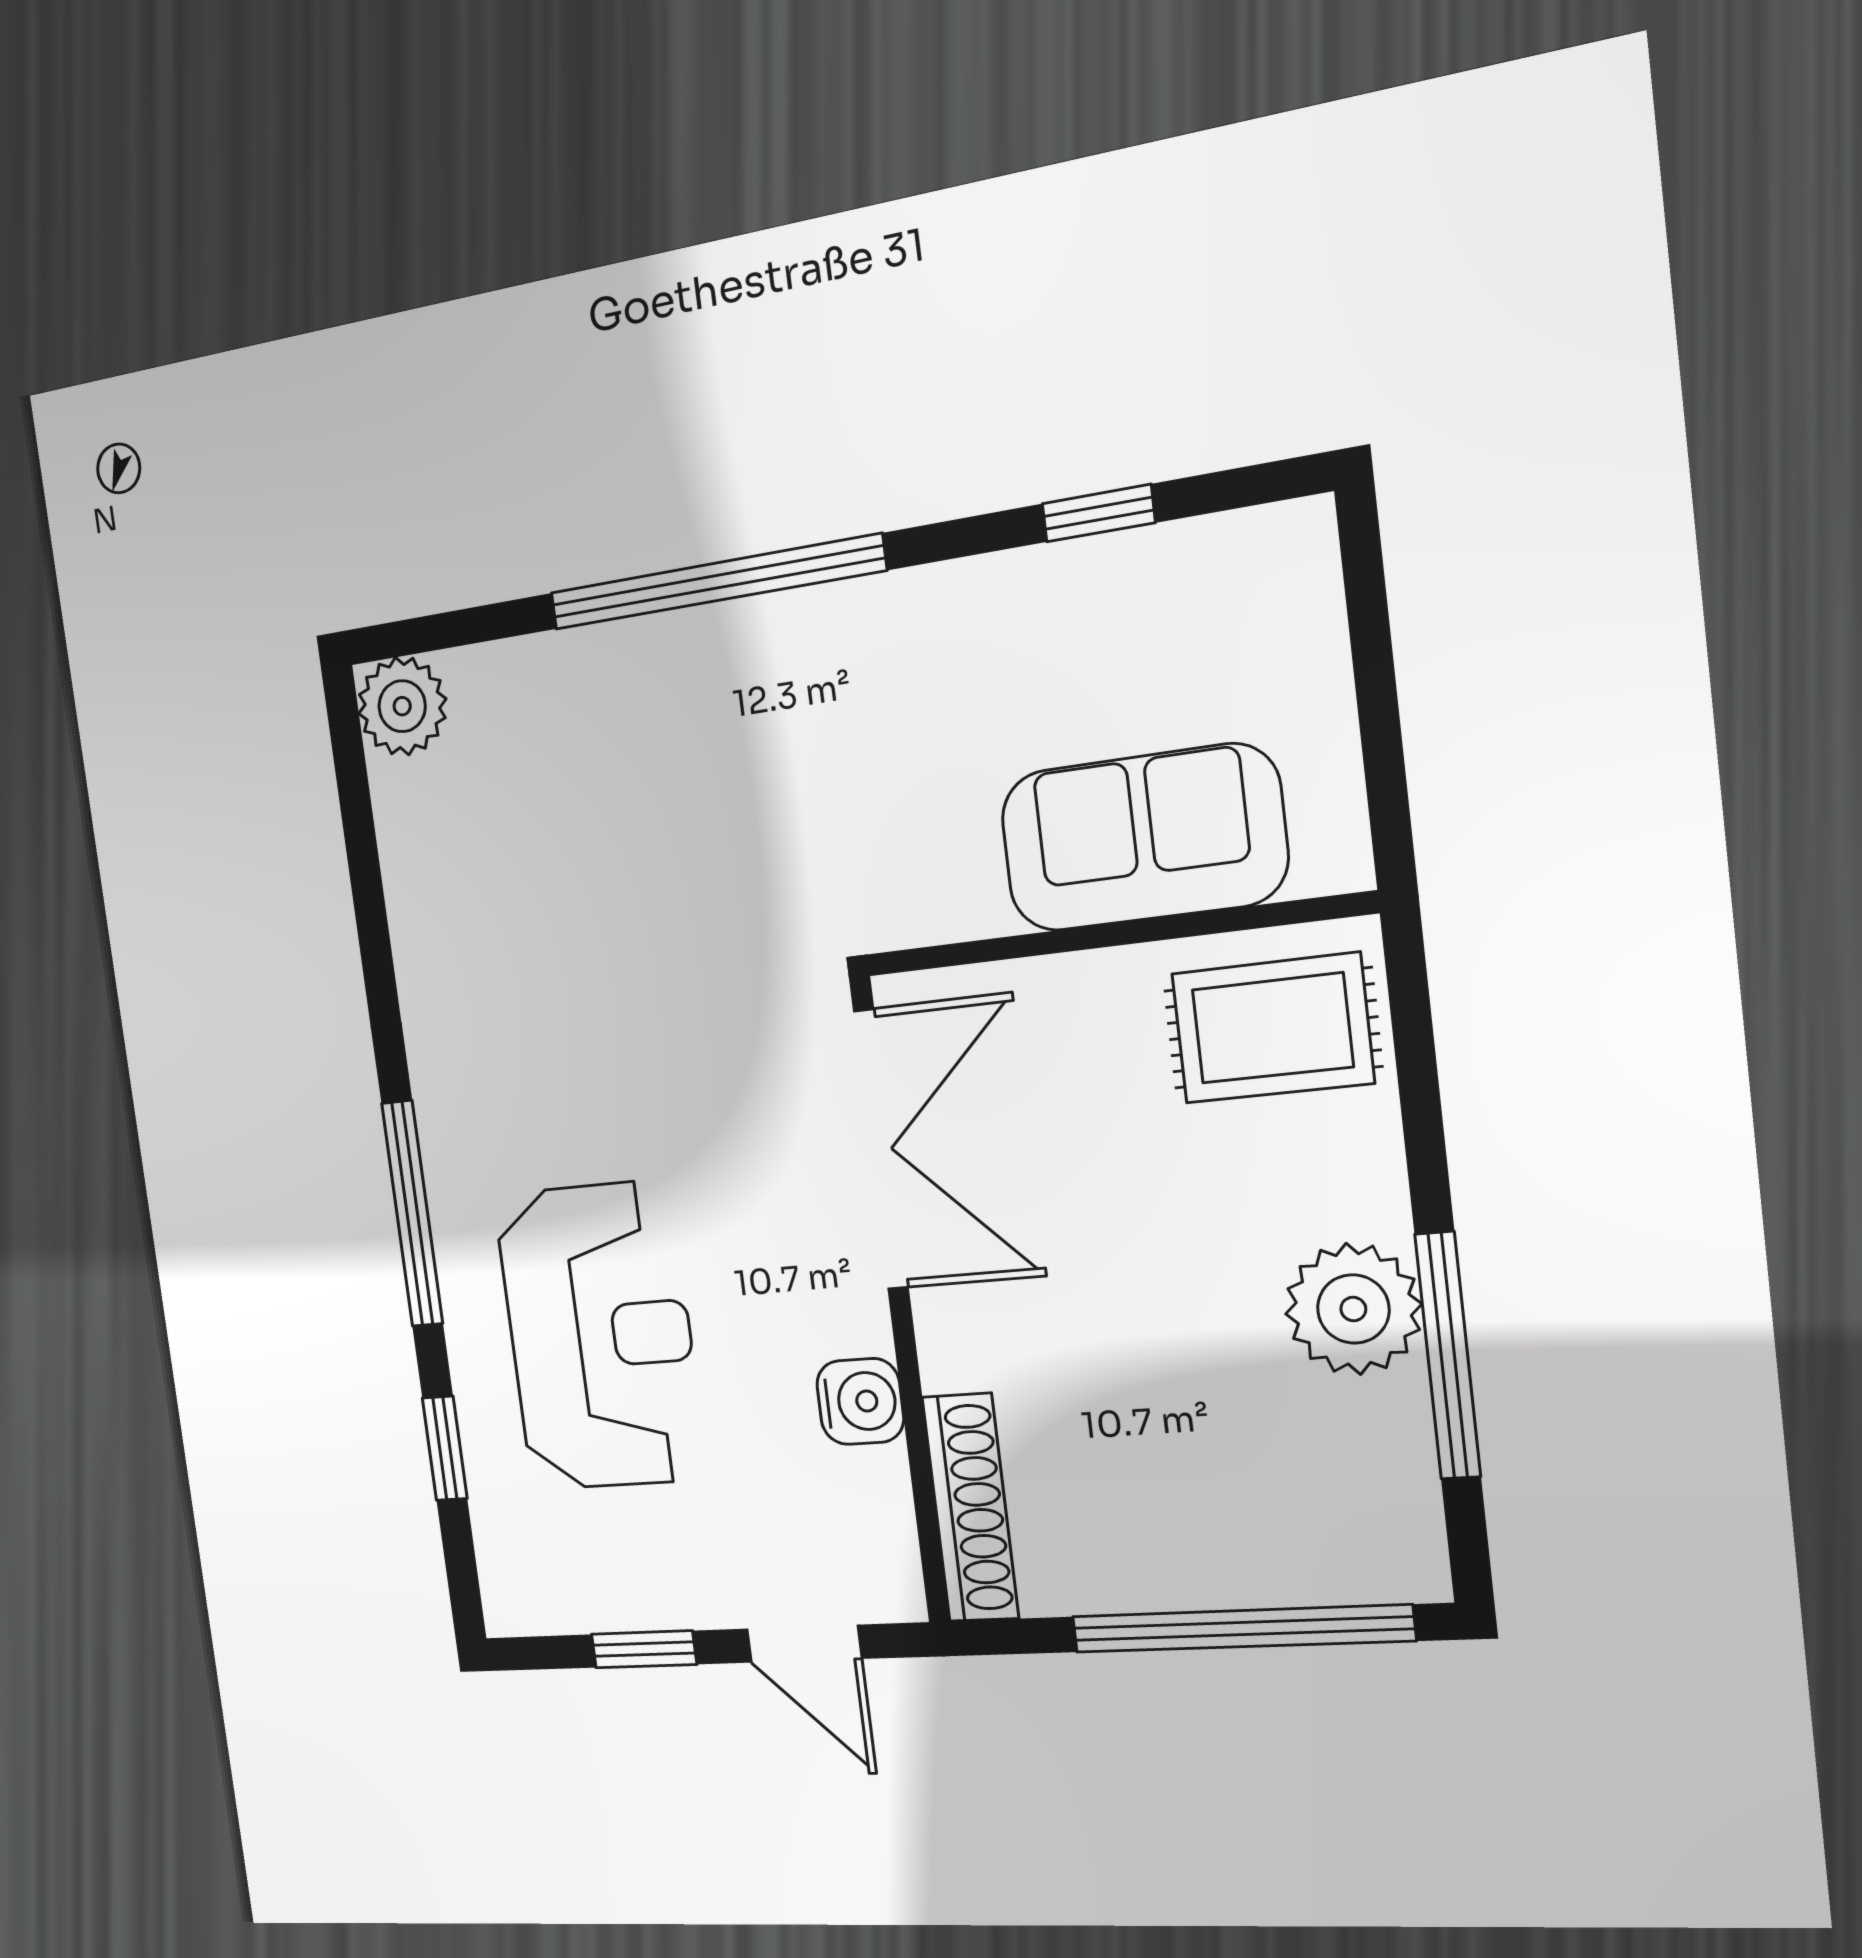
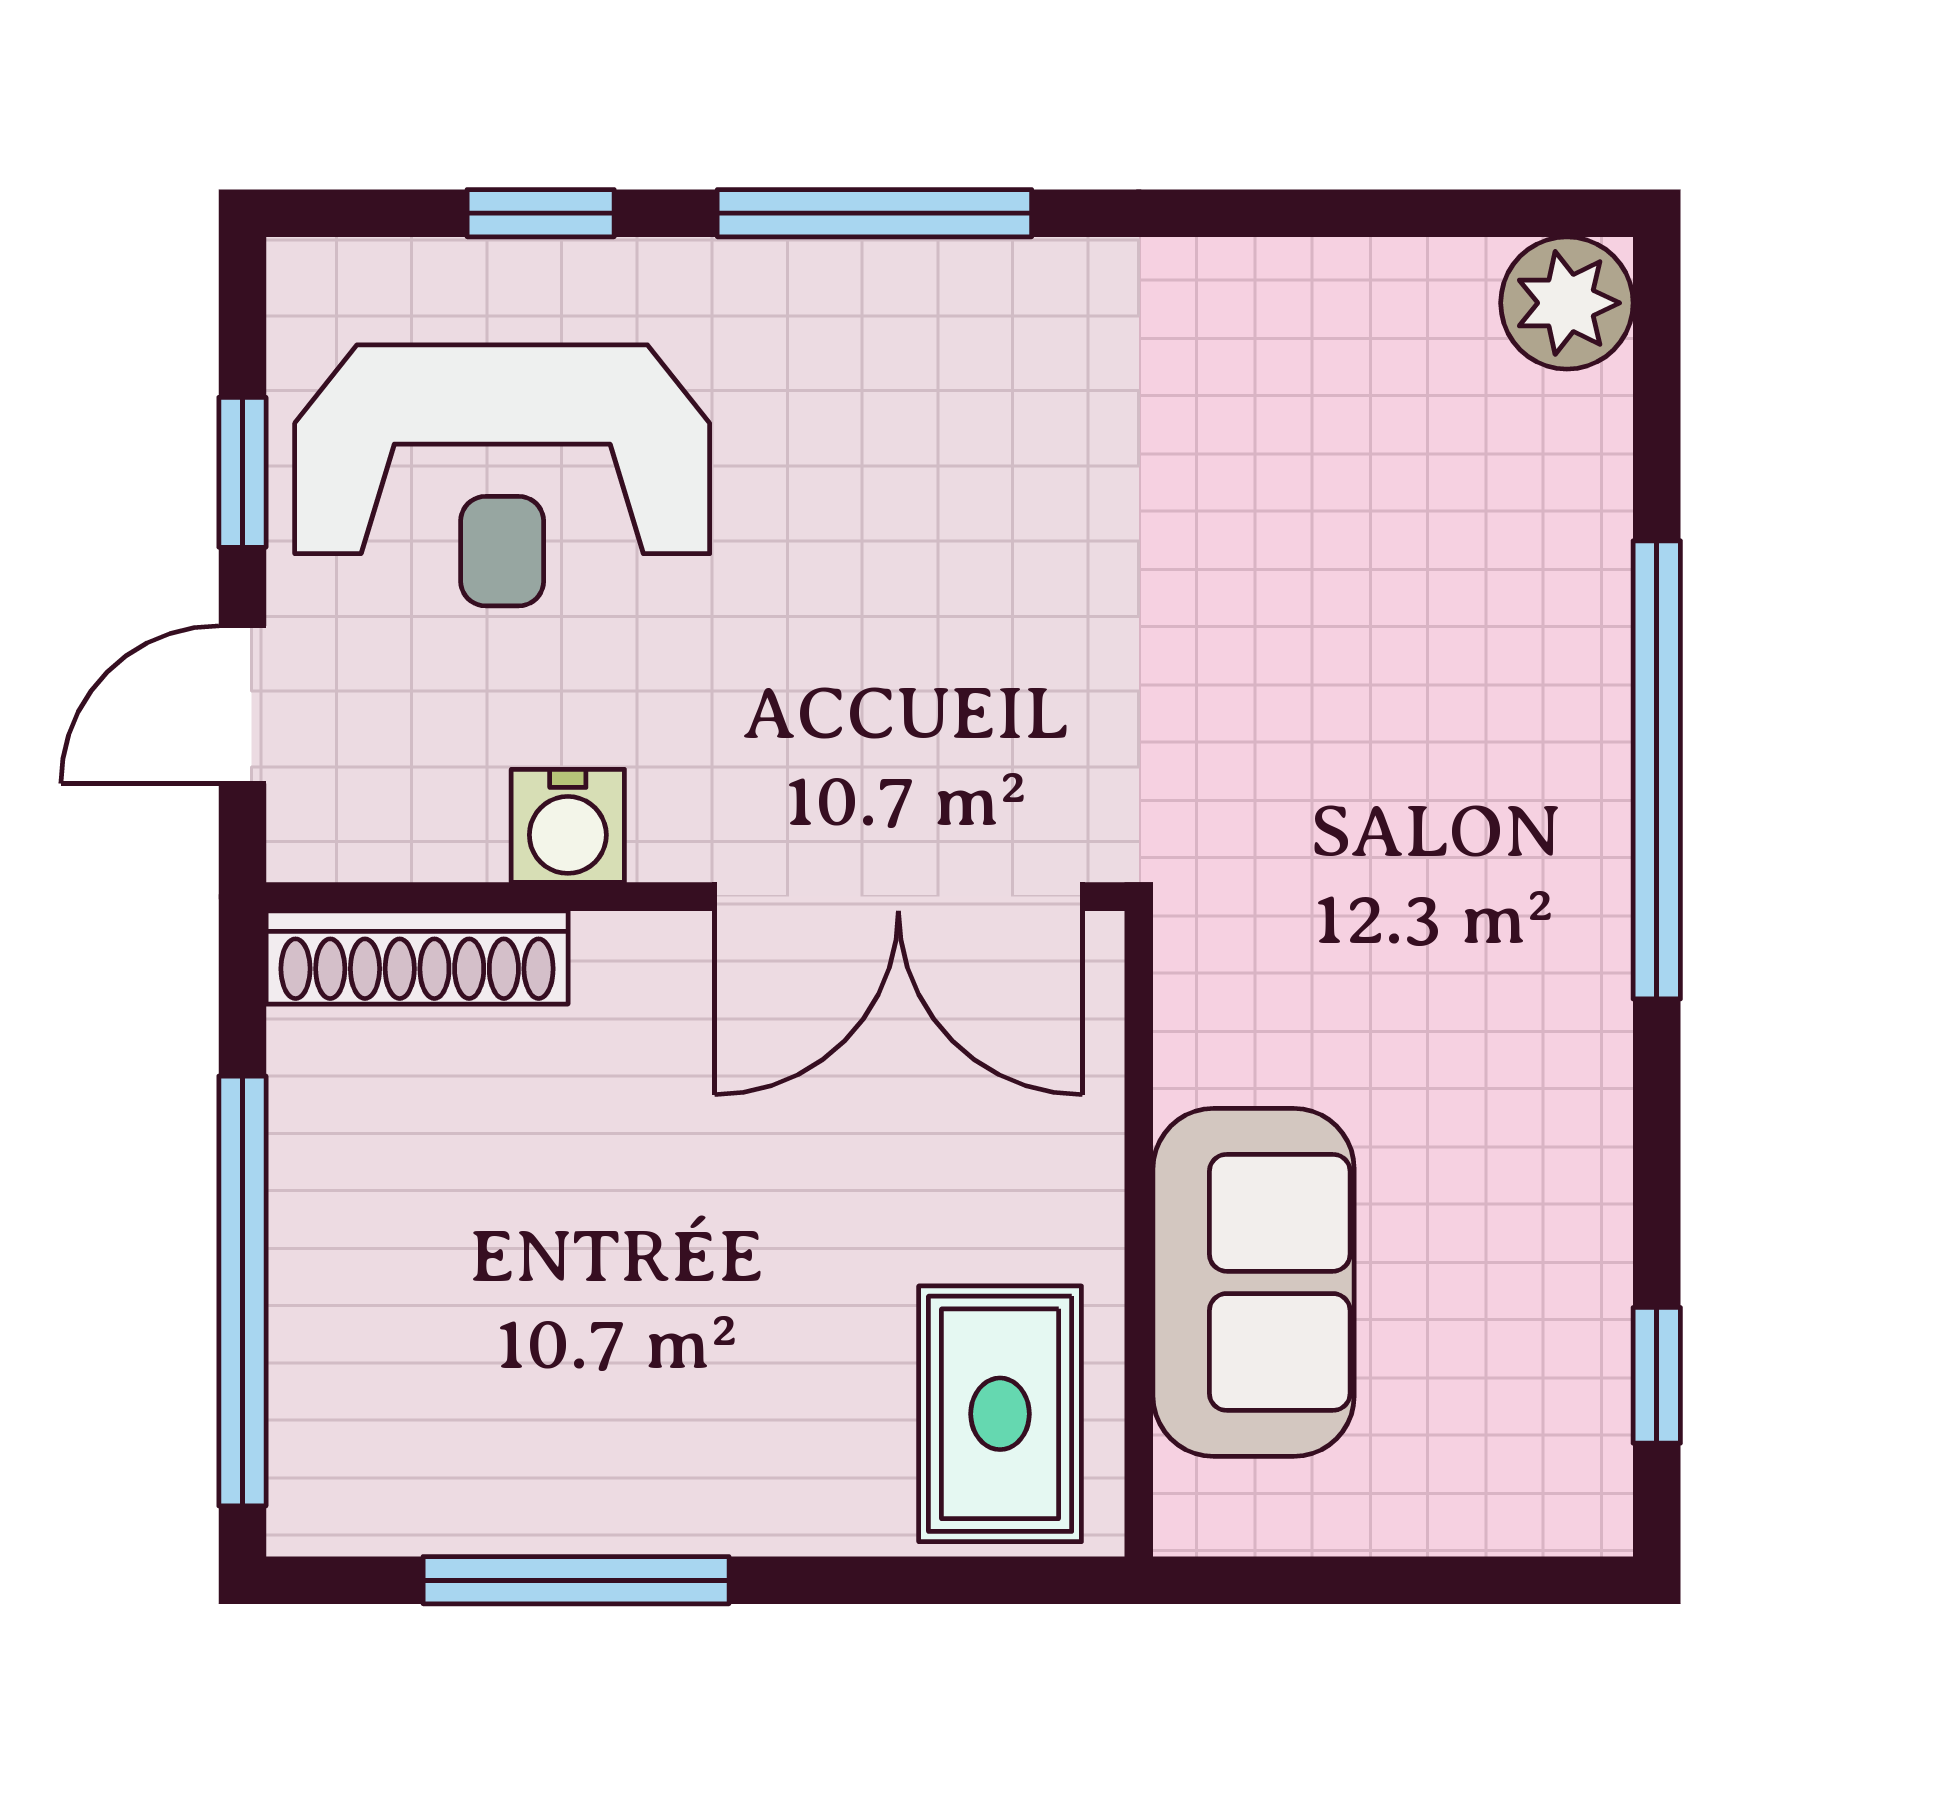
window: (1099, 513) -> (1657, 1375), moved
plant: (1353, 1309) -> (643, 1474), removed
reception desk: (600, 1336) -> (502, 475), moved

